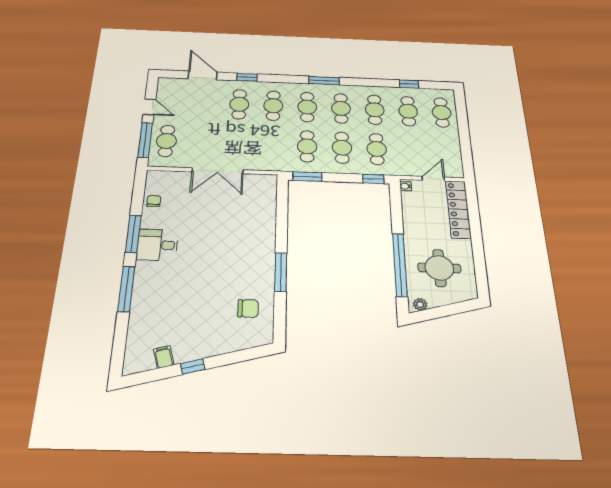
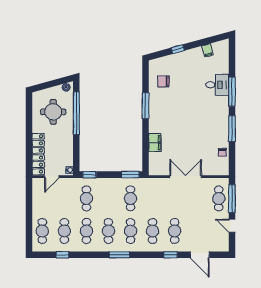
cafe table: (342, 148) -> (108, 198), removed
filing cabinet: (266, 218) -> (155, 143), added
desk: (157, 245) -> (217, 85), moved
window: (193, 367) -> (178, 49), moved

